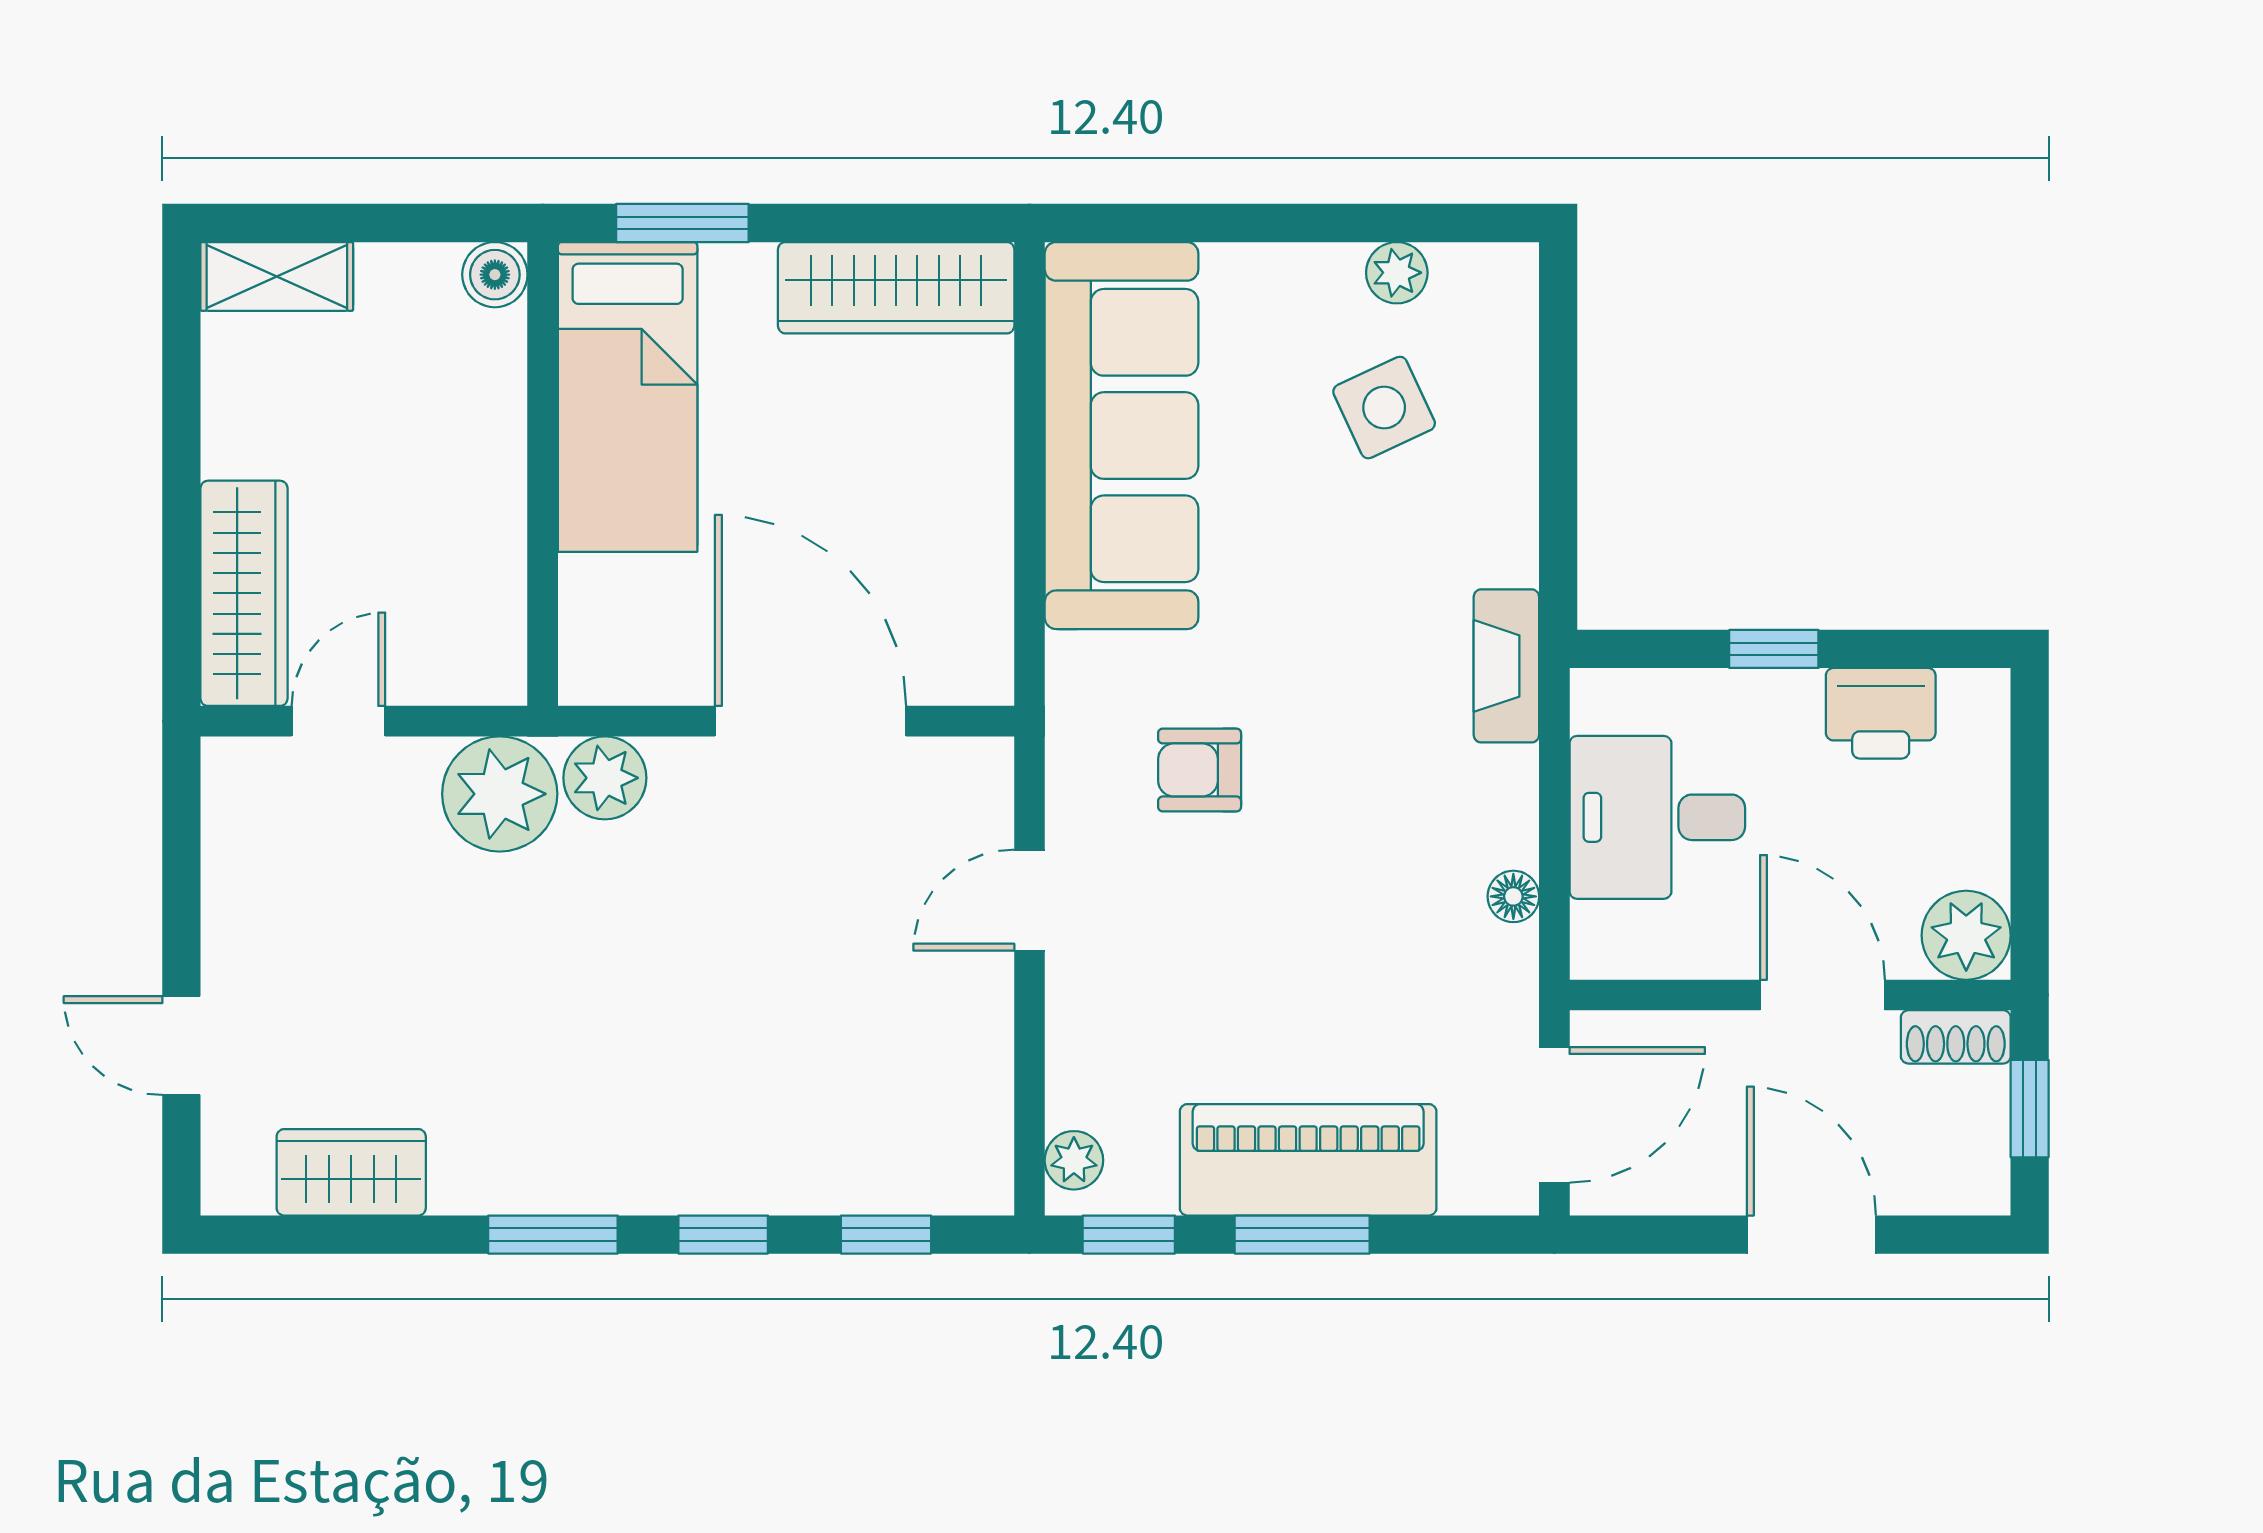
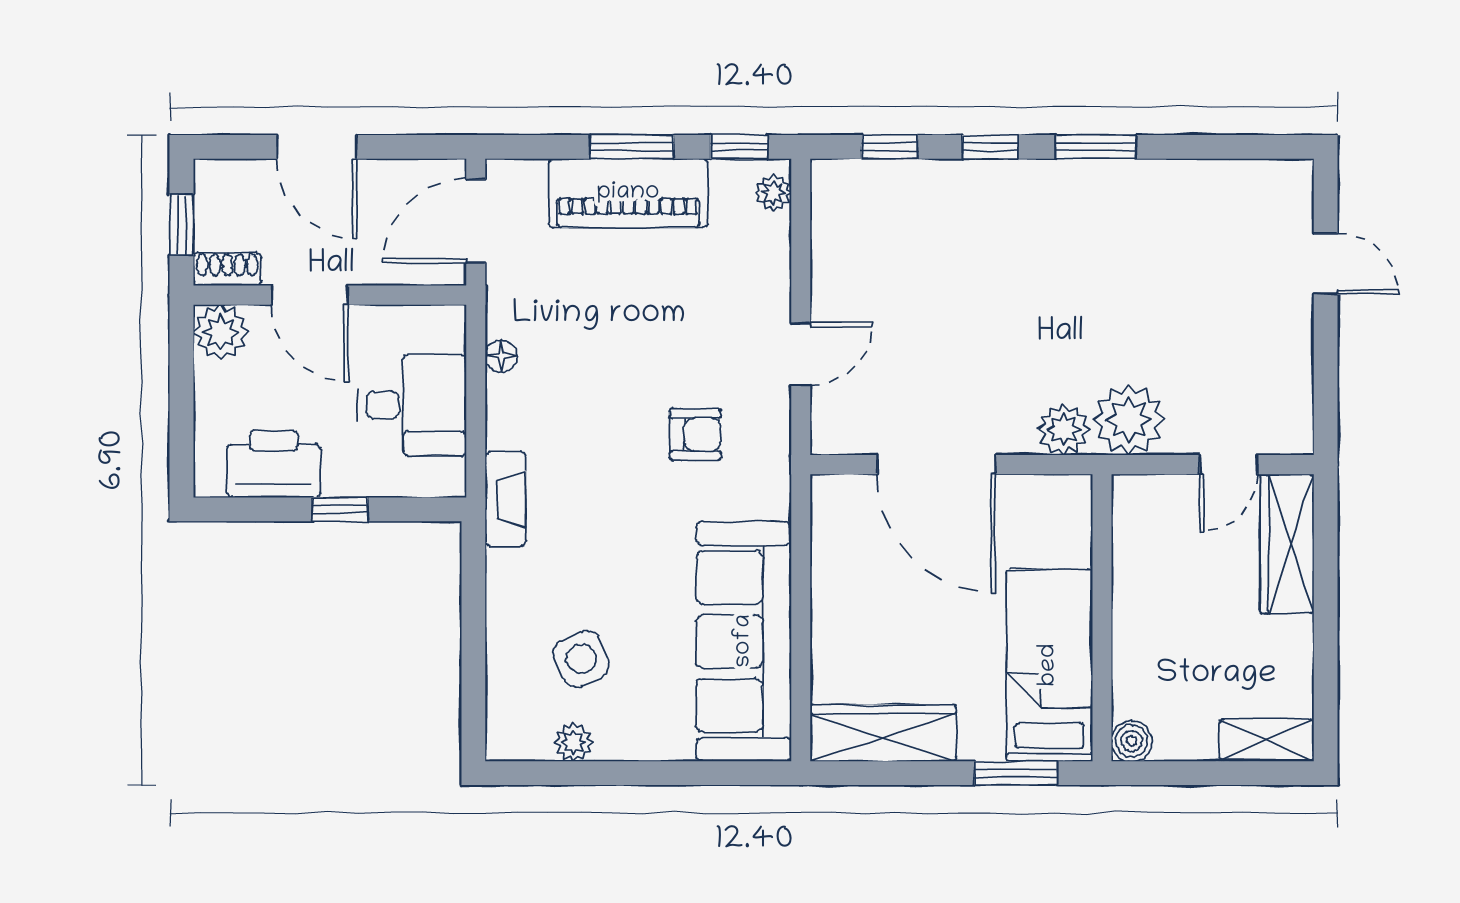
printer: (1881, 713) -> (274, 464), width x1.37, depth x1.19
wardrobe: (351, 1172) -> (1221, 185), removed

